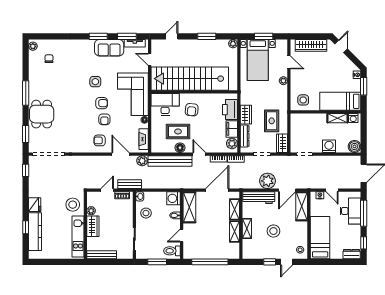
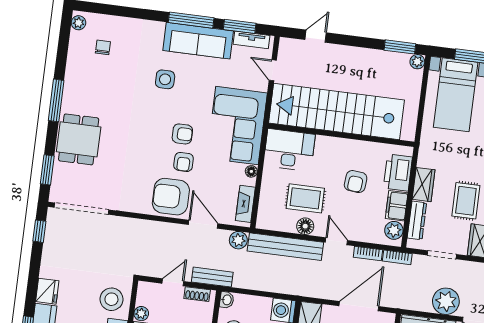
window: (98, 36) -> (191, 20), width x1.44
window: (207, 36) -> (400, 47), moved
sofa: (109, 48) -> (198, 41), width x1.36
side table: (95, 82) -> (165, 79), moved
armchair: (192, 110) -> (356, 182), moved
armchair: (100, 140) -> (171, 197), width x1.88, depth x1.88

